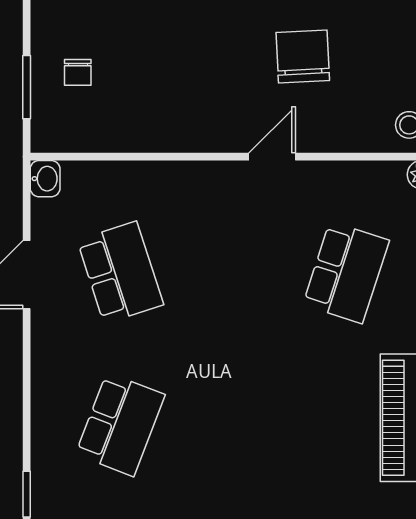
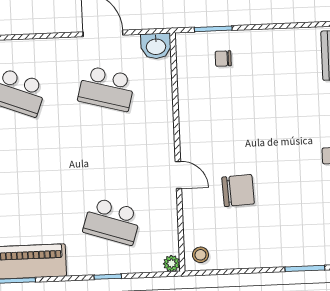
washbasin: (45, 179) -> (156, 46), width x1.38, depth x1.45
school desk: (120, 272) -> (107, 89), turned 33

